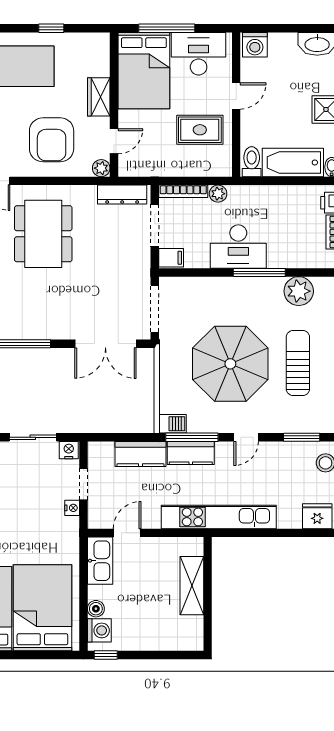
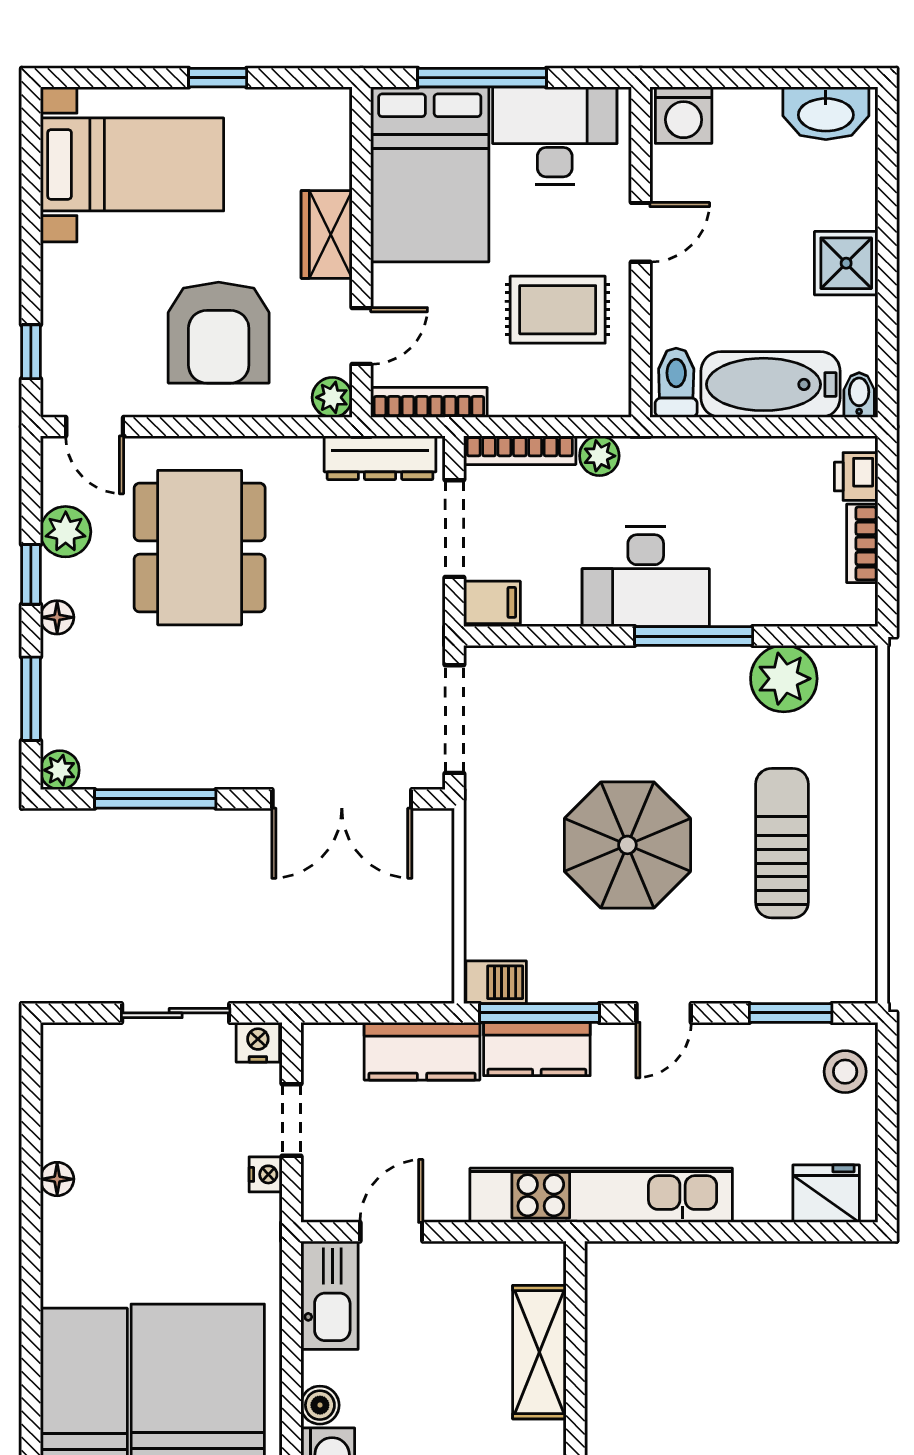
bookcase: (144, 170) -> (429, 402), added
parasol: (230, 364) -> (627, 845), width x0.73, depth x0.73

